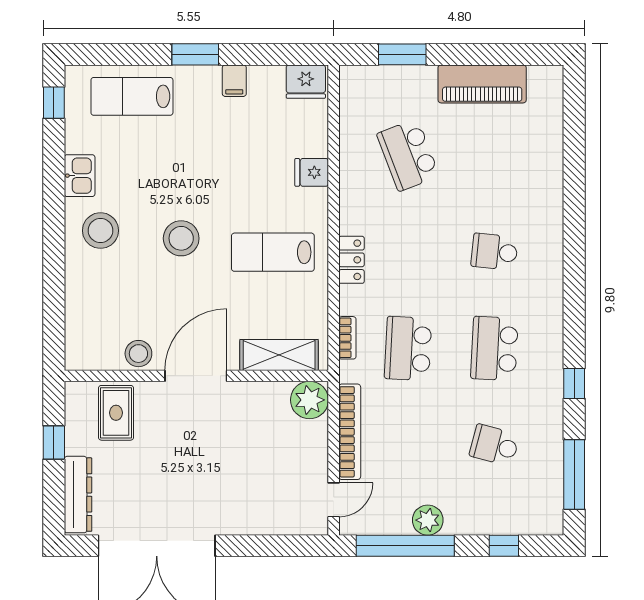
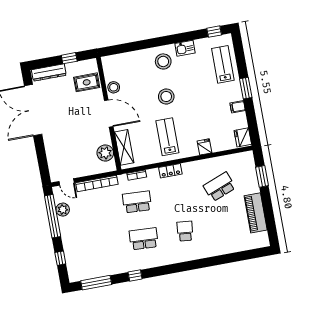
plant: (309, 400) -> (105, 153), moved
school desk: (494, 445) -> (102, 246), removed
plant: (428, 520) -> (63, 210), moved

